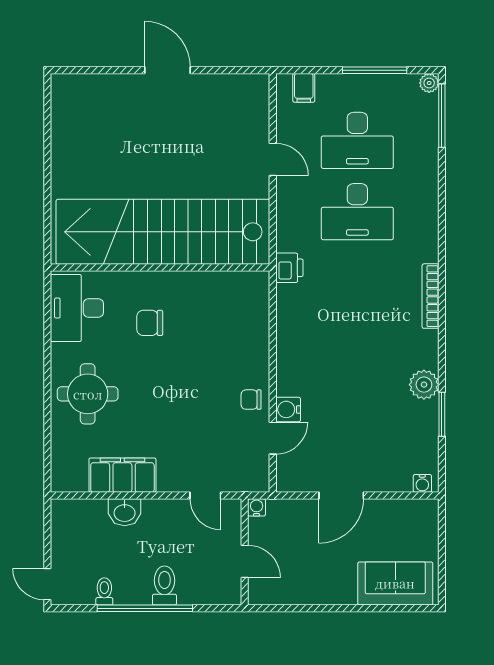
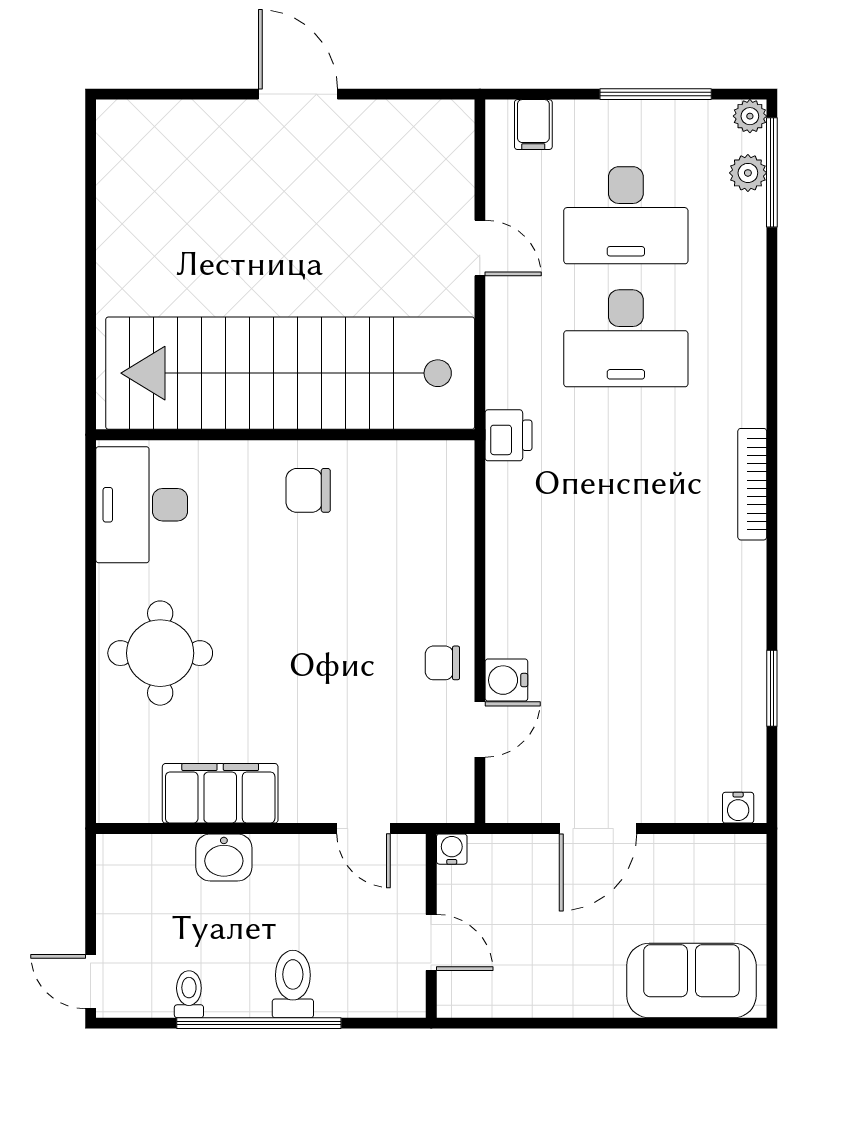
chair: (150, 323) -> (308, 490), moved
plant: (424, 385) -> (748, 173), moved, width x0.73, depth x0.73

